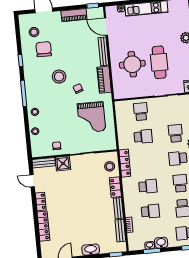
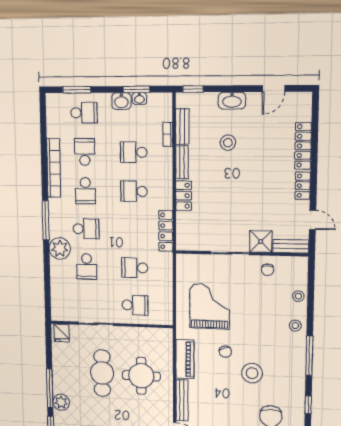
school desk: (141, 112) -> (135, 305), turned -90
stool: (110, 166) -> (228, 143), moved

